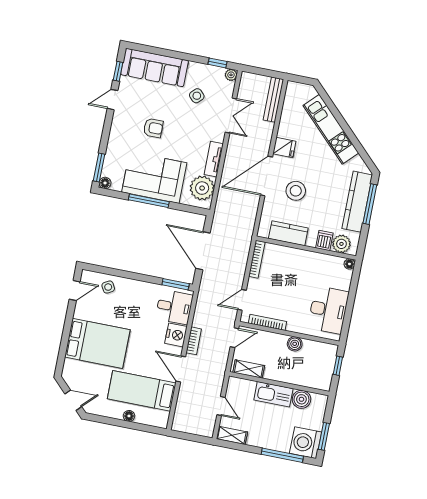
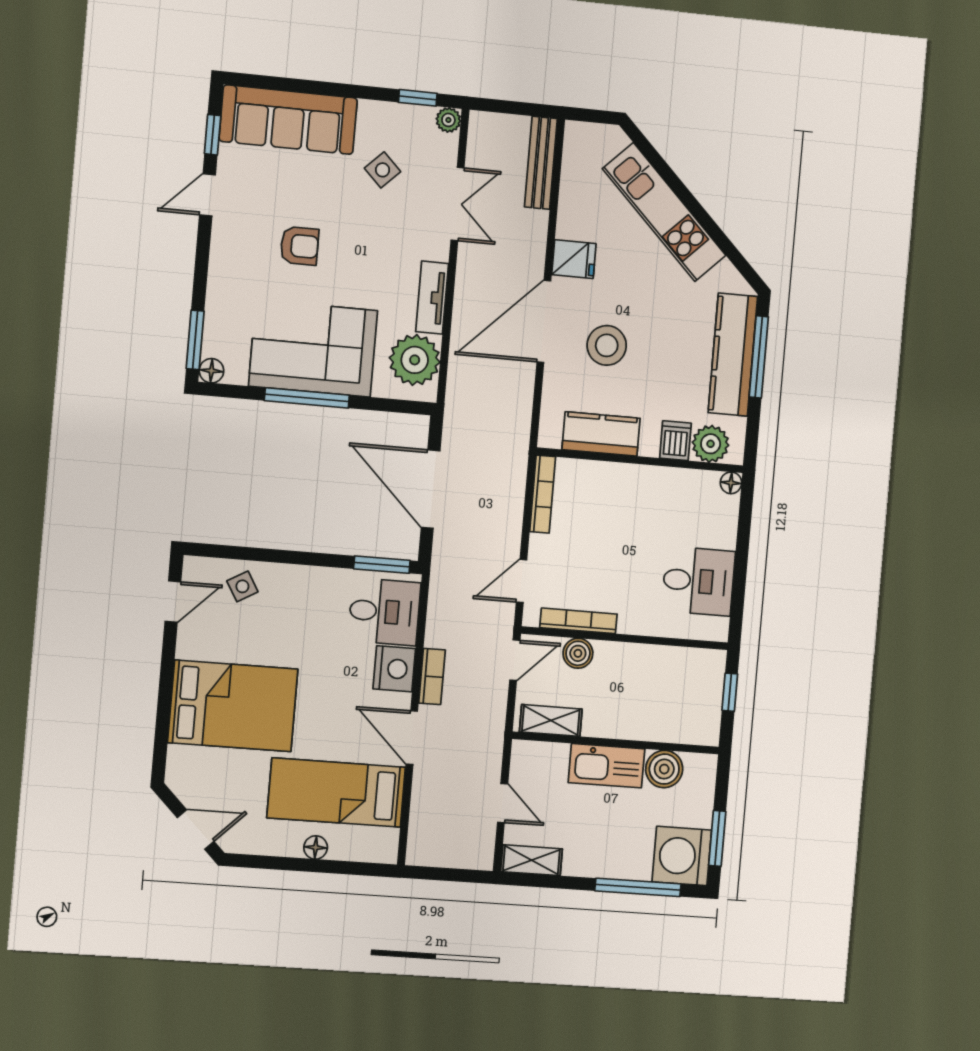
desk: (328, 310) -> (698, 581), width x0.73
boiler: (295, 344) -> (578, 653), moved

